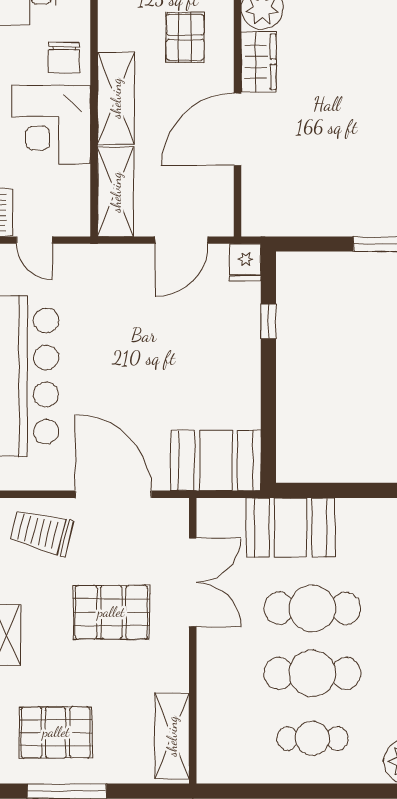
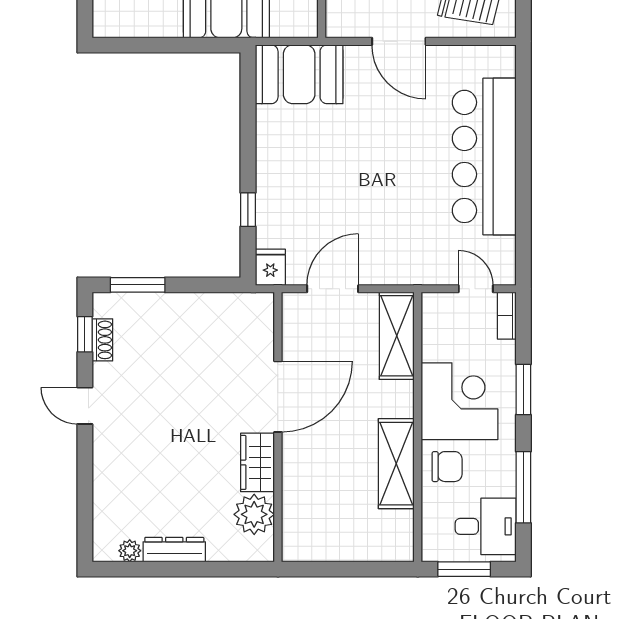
pallet: (185, 37) -> (329, 486), removed
chair: (64, 57) -> (447, 467), turned 90
shelving: (116, 98) -> (396, 464), moved
door: (113, 494) -> (399, 41), width x0.73

